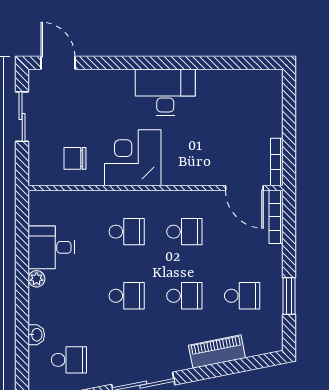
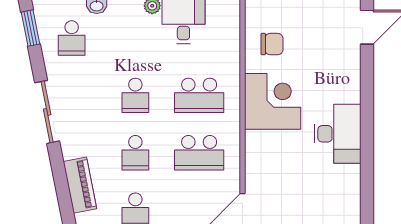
chair: (75, 158) -> (272, 44), turned 90
school desk: (127, 232) -> (199, 95), width x1.85
school desk: (184, 232) -> (199, 153), width x1.85

